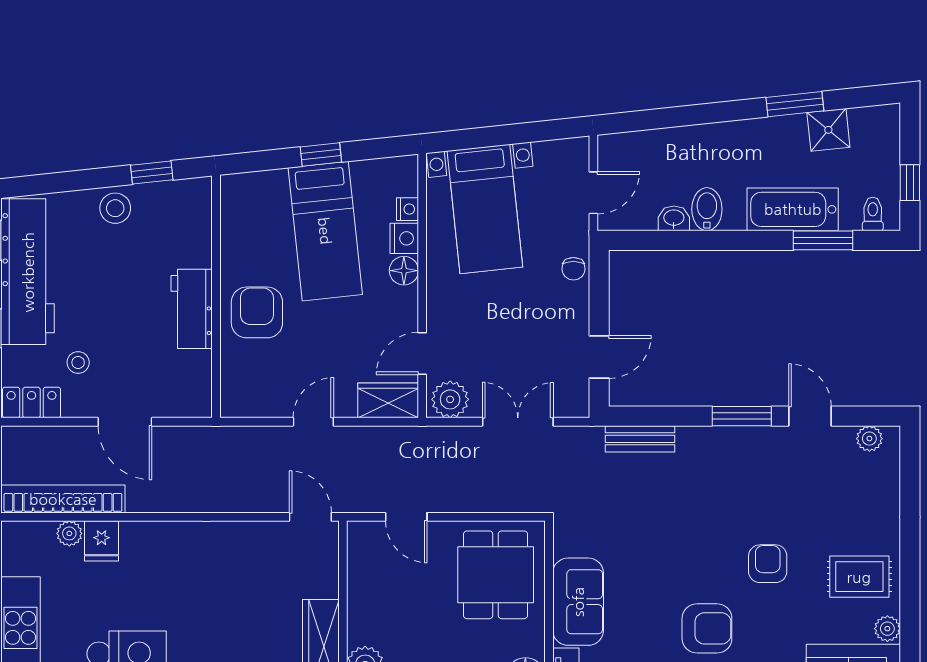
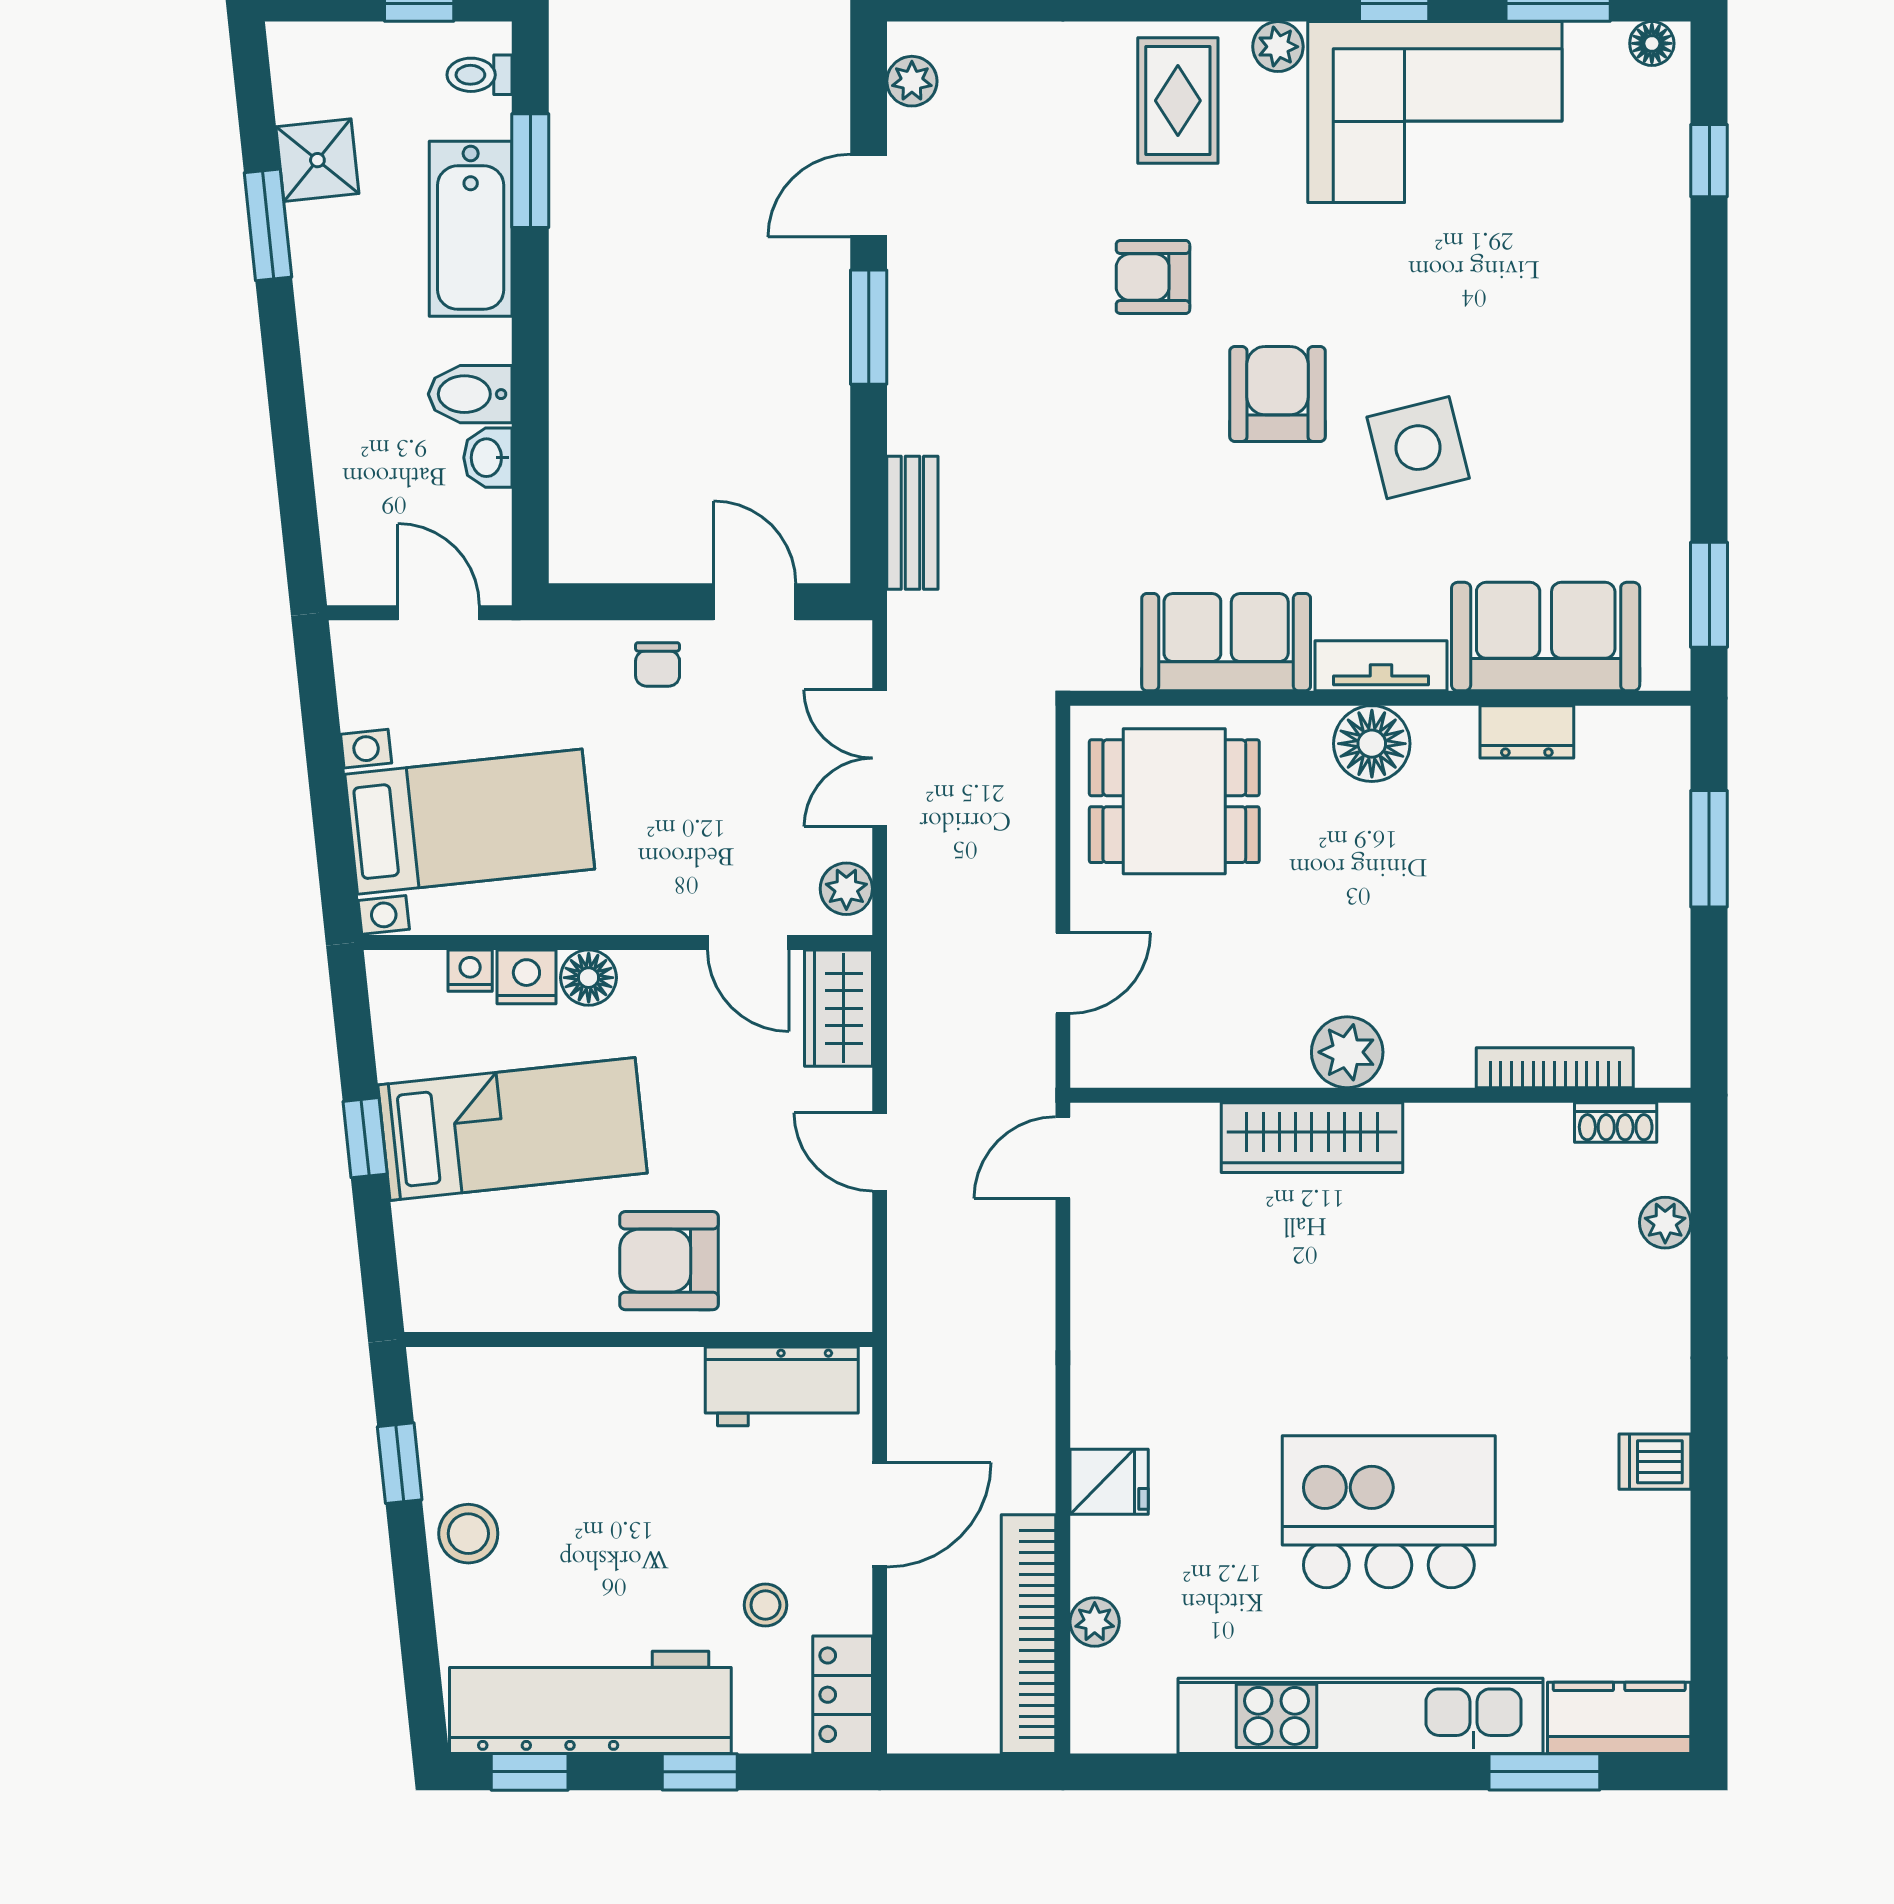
chair: (573, 269) -> (658, 664), moved, turned 90
workbench: (192, 309) -> (782, 1386), moved
plant: (450, 399) -> (846, 889), width x0.73, depth x0.73
fridge: (102, 541) -> (1109, 1482), moved

